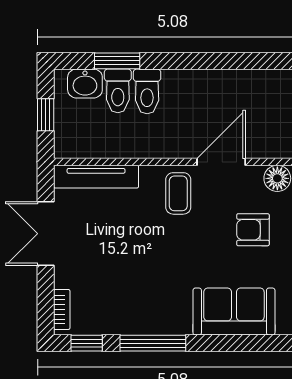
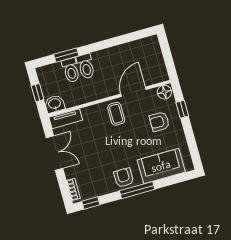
washbasin: (85, 83) -> (55, 104), moved, turned 180
tv unit: (96, 177) -> (66, 119), width x0.71
double door: (46, 234) -> (54, 153), swing flipped
armchair: (160, 314) -> (124, 178), added
window: (153, 343) -> (137, 190), moved

